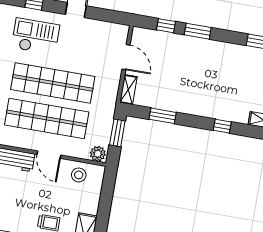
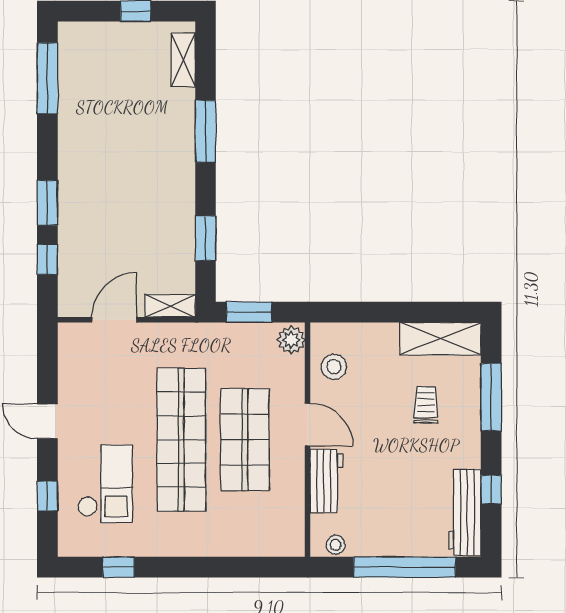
checkout: (35, 36) -> (105, 484), turned 180
shop shelf: (47, 118) -> (245, 440), width x0.71
window: (222, 126) -> (205, 131), width x2.17
door: (49, 155) -> (308, 425), hinge flipped

